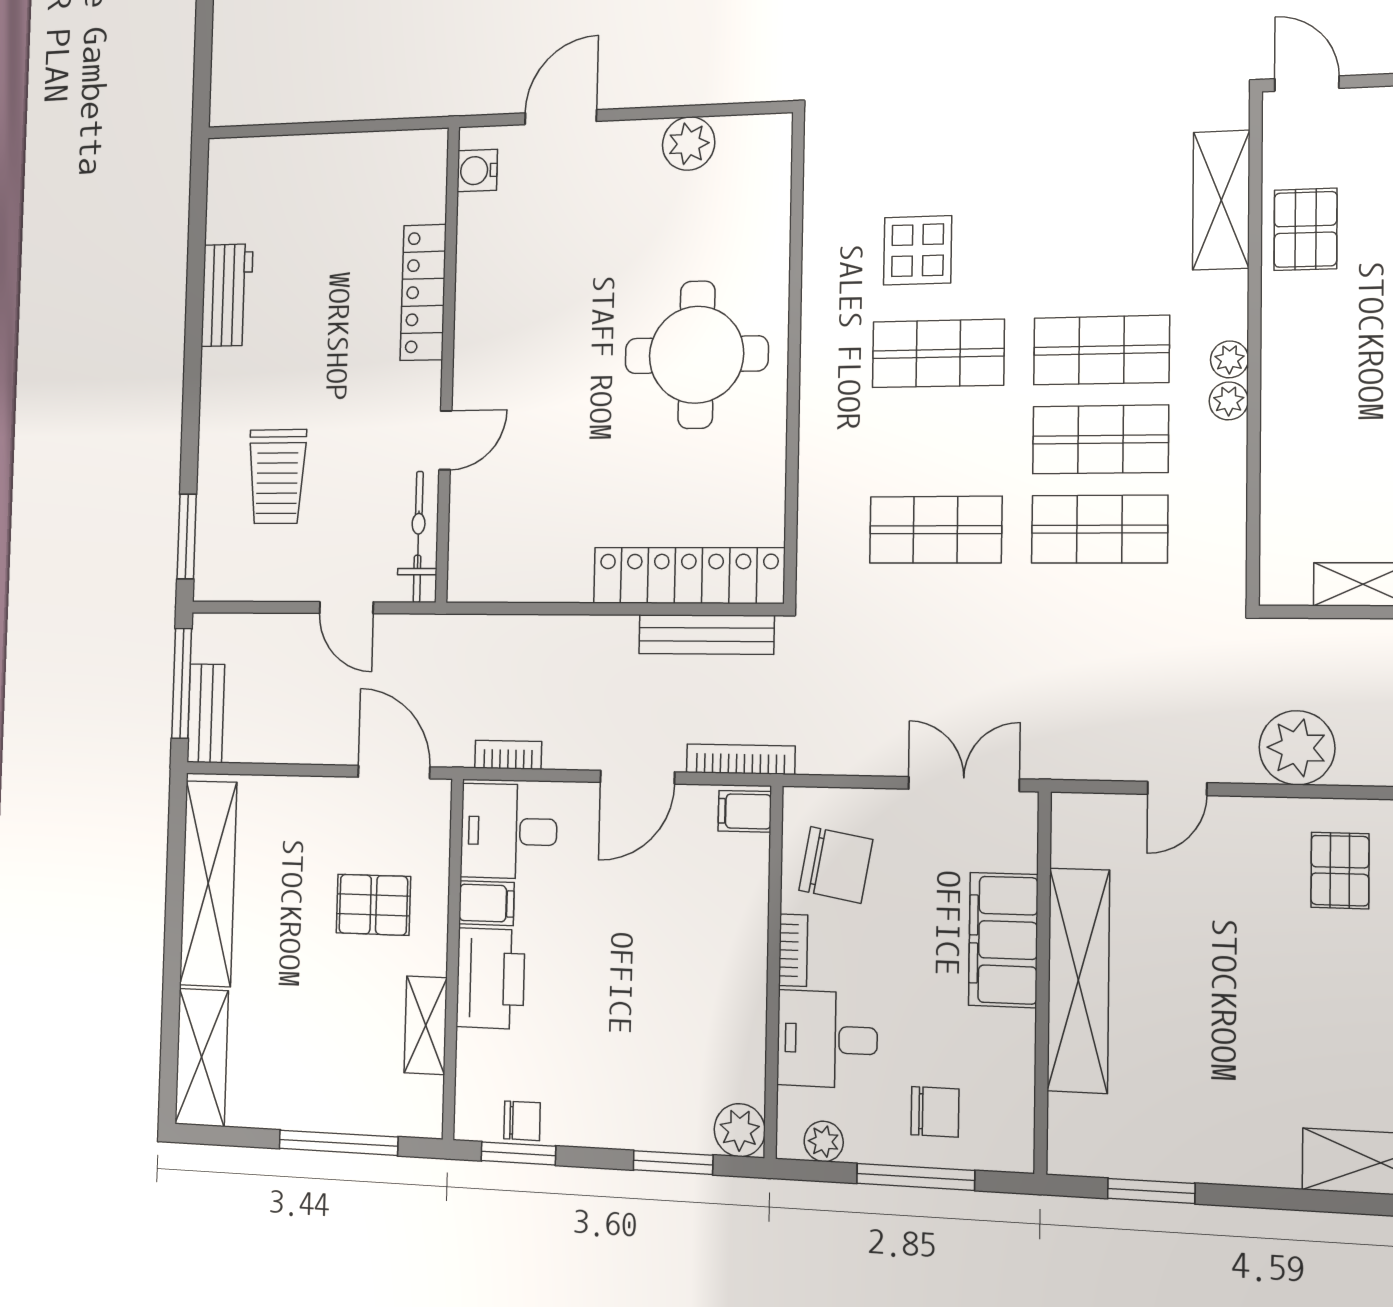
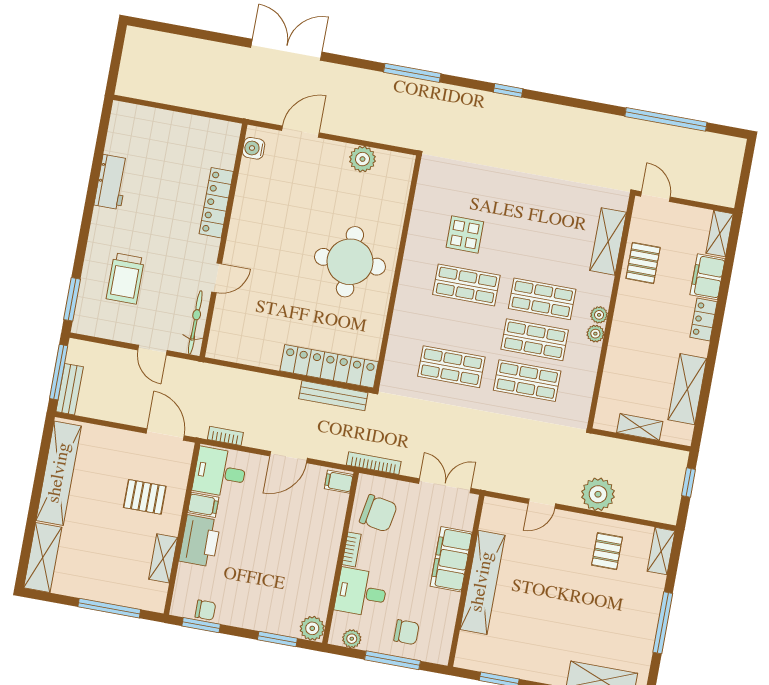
bookcase: (741, 759) -> (374, 463), moved

